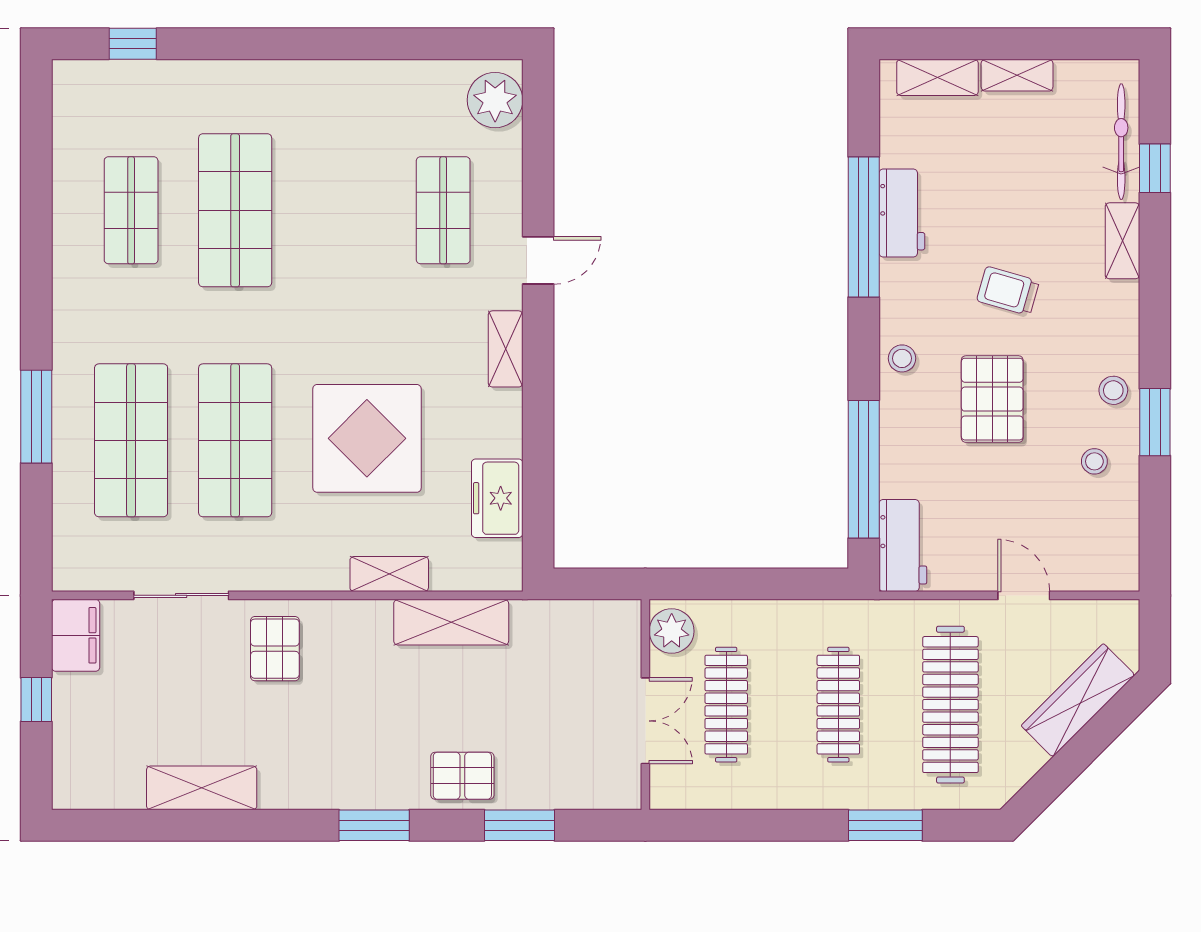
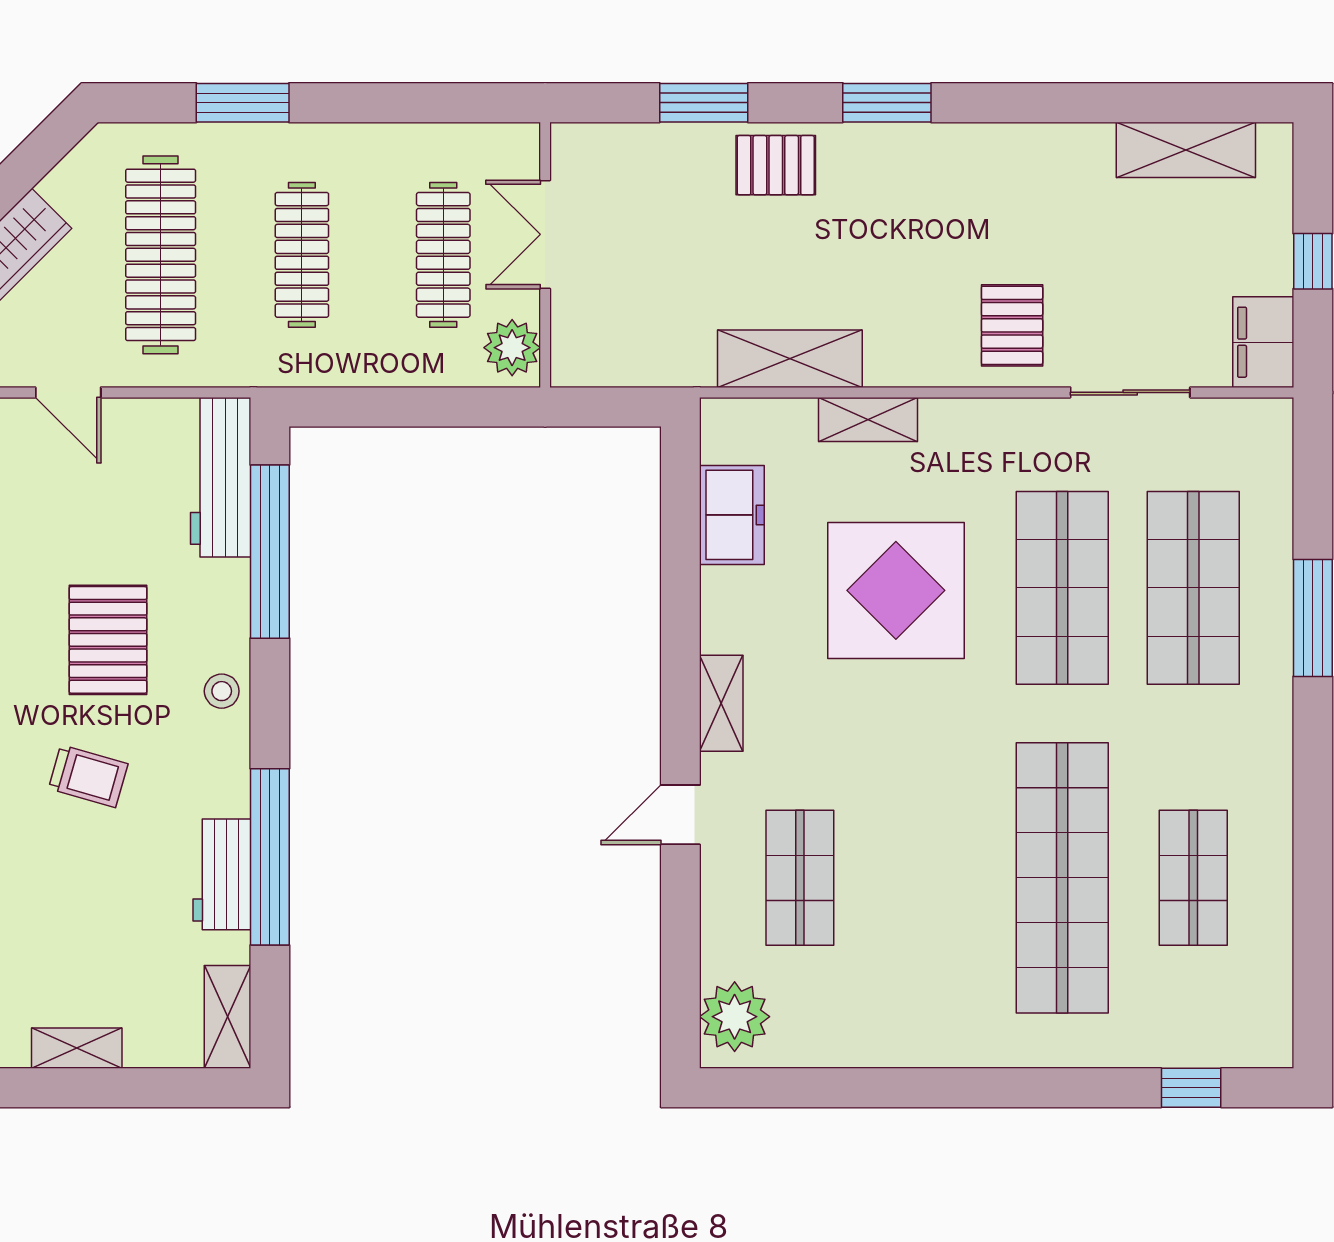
shelving: (937, 77) -> (228, 1017), moved, turned 90
shop shelf: (235, 210) -> (1062, 878), width x1.40
workbench: (903, 545) -> (221, 477), width x1.38
shelving: (202, 788) -> (1186, 150), moved

